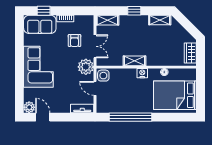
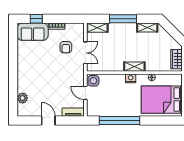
window: (134, 11) -> (123, 19), width x2.17
shelving: (135, 61) -> (134, 67), moved
corner sofa: (38, 67) -> (31, 72), removed
plant: (86, 67) -> (77, 72), removed
plant: (29, 107) -> (23, 98), moved
door: (43, 117) -> (48, 120), moved

